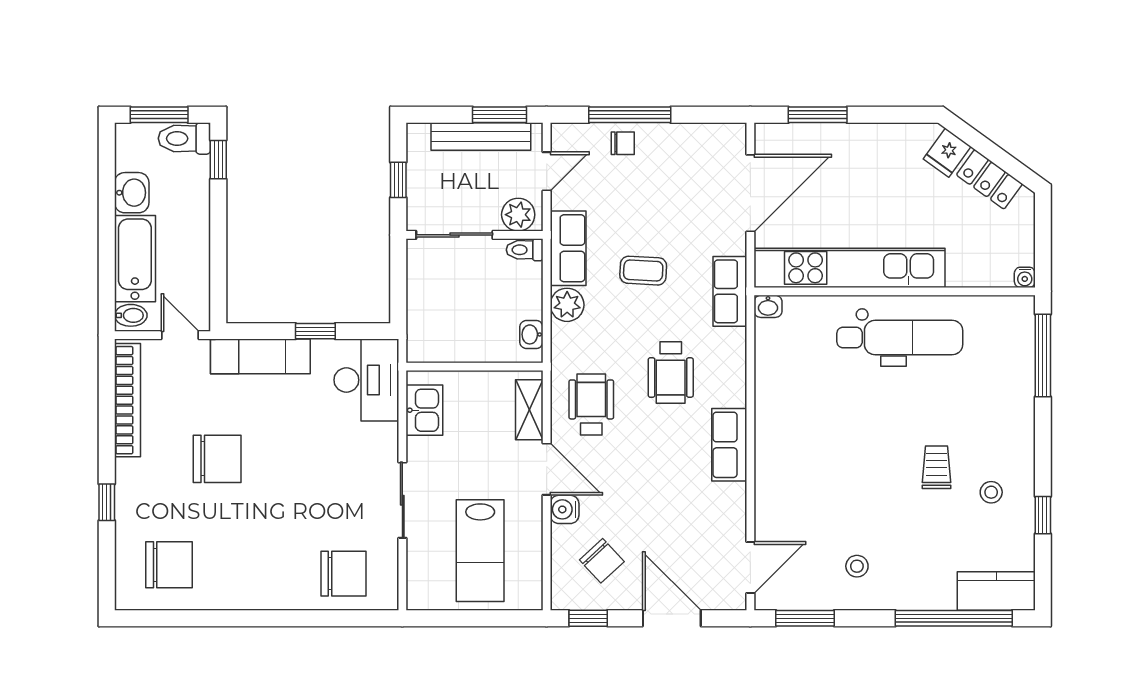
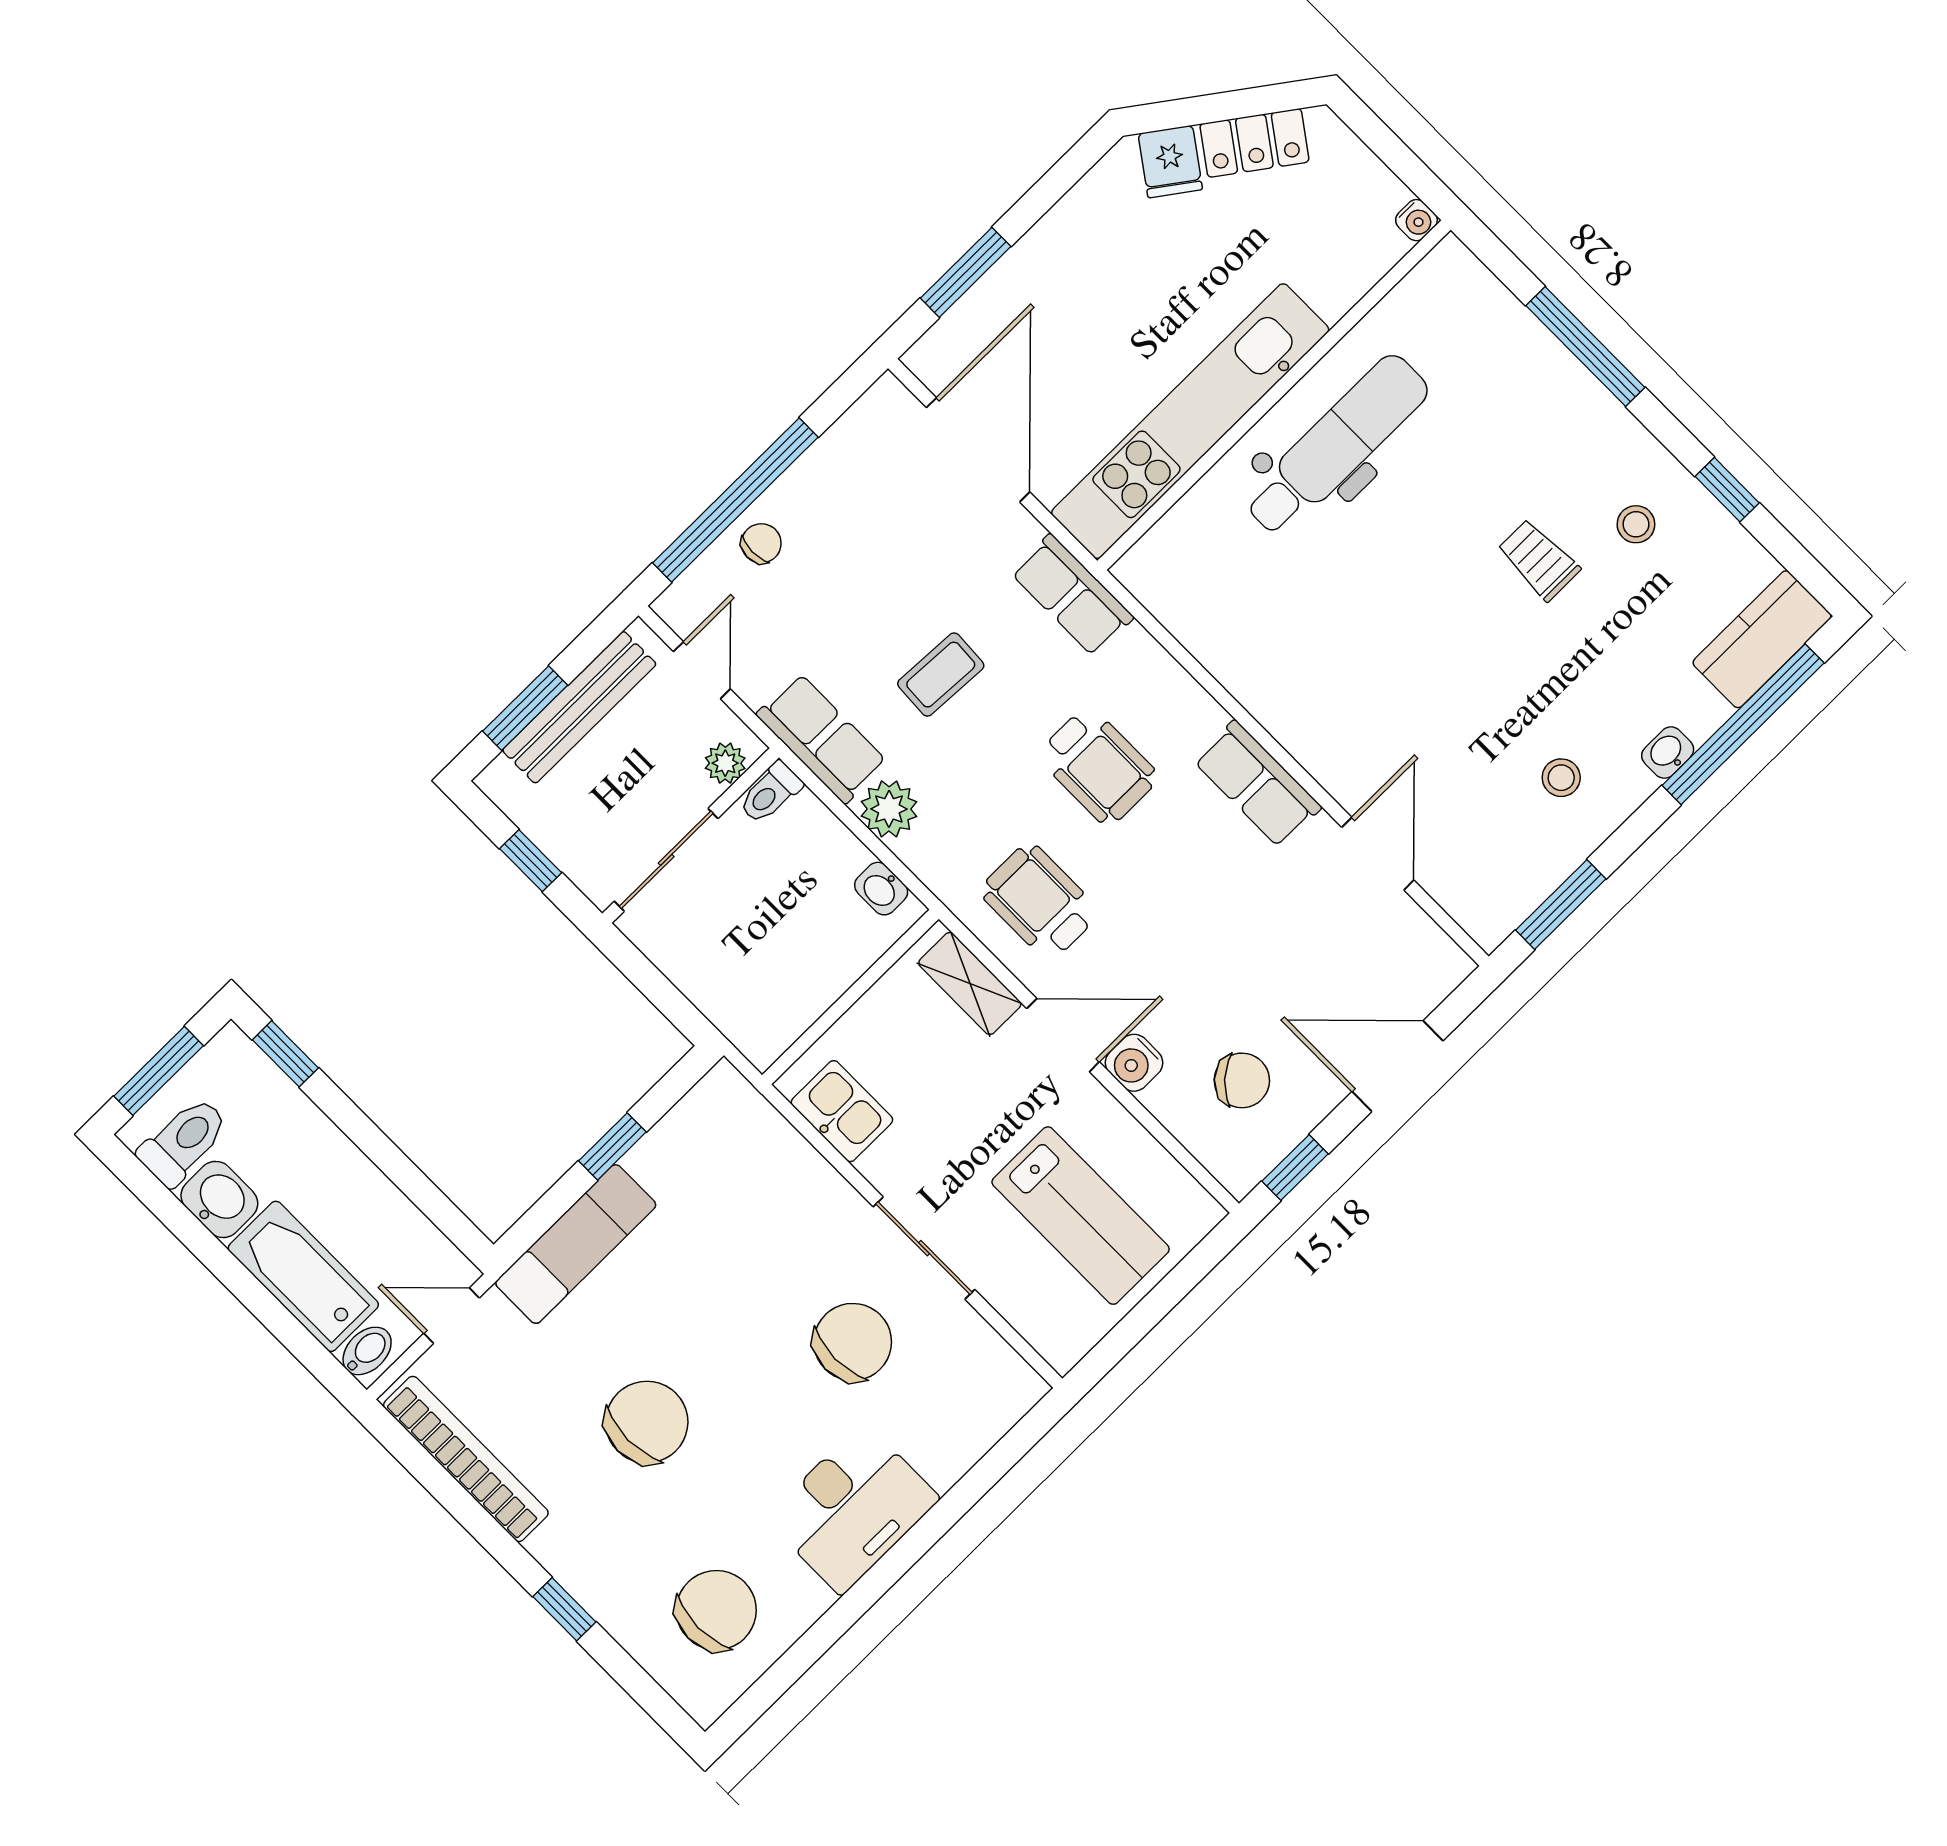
window: (500, 115) -> (525, 708), moved
window: (630, 115) -> (735, 500), width x1.46
toilet: (184, 138) -> (184, 1141), moved, turned 180
plant: (518, 215) -> (725, 763), width x0.73, depth x0.73
washbasin: (768, 306) -> (1668, 753), moved, turned 180
window: (1043, 355) -> (1585, 346), moved
desk: (366, 380) -> (852, 1508), moved, turned 90
door: (750, 567) -> (1378, 854), moved
chair: (343, 574) -> (853, 1342), moved

